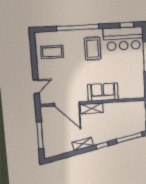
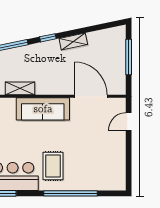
coffee table: (52, 52) -> (105, 164), removed
sofa: (103, 92) -> (43, 109), width x1.36
shelving: (92, 108) -> (20, 88), moved

